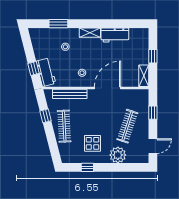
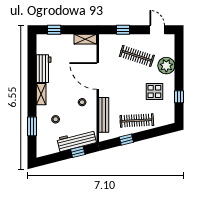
window: (153, 56) -> (54, 30), moved
workbench: (46, 72) -> (77, 140), width x1.38

